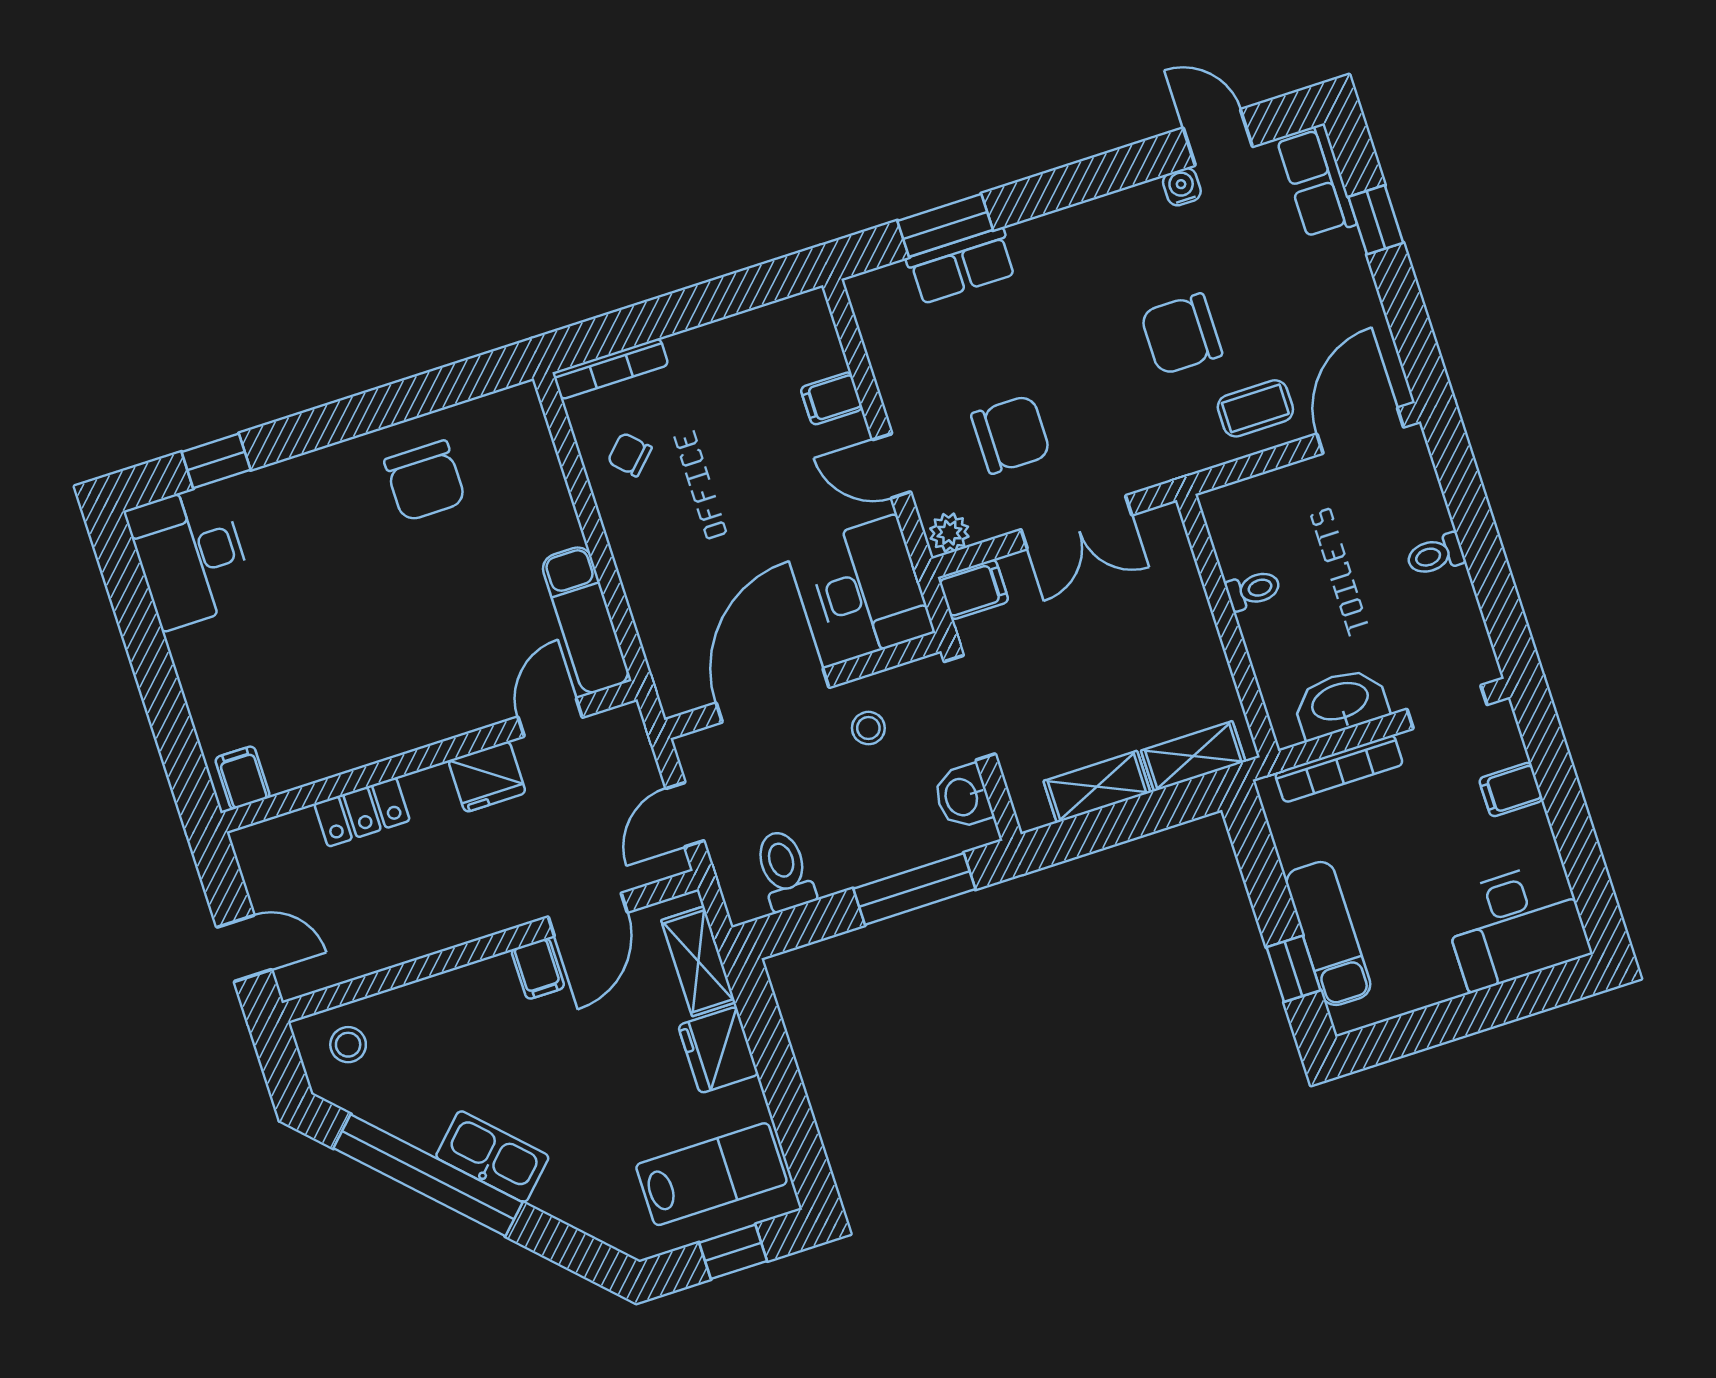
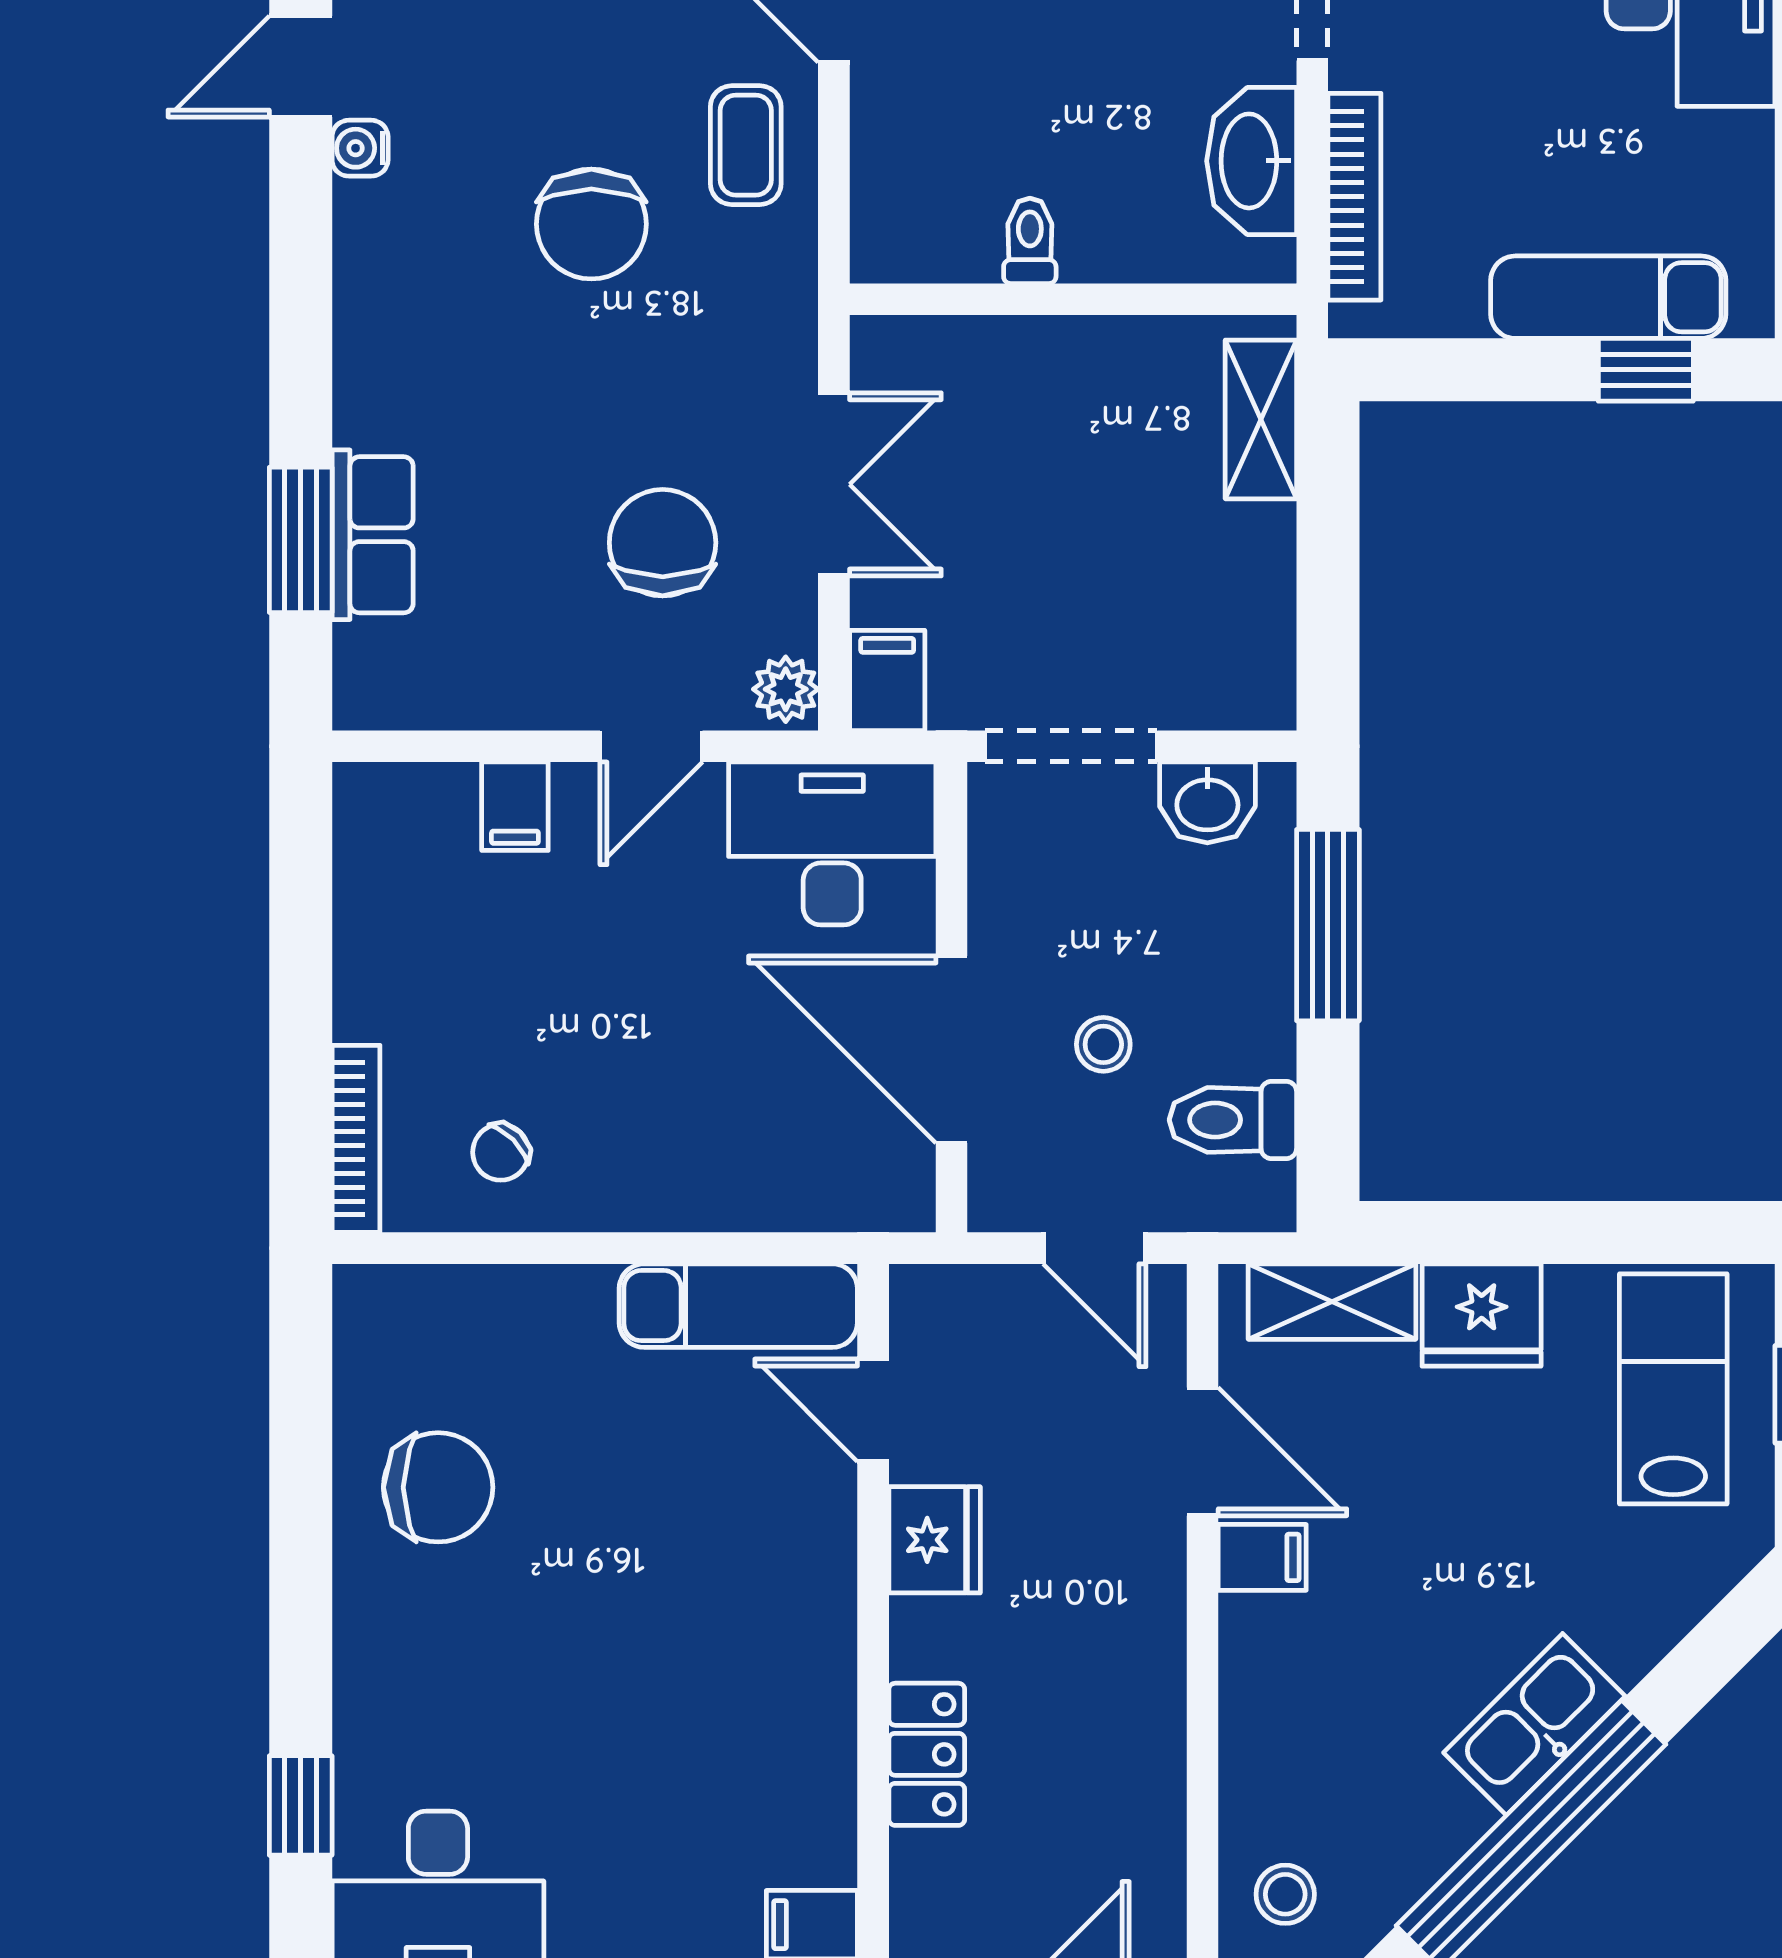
stool: (868, 728) -> (1103, 1044), moved
shelving: (1097, 787) -> (1260, 586), removed

